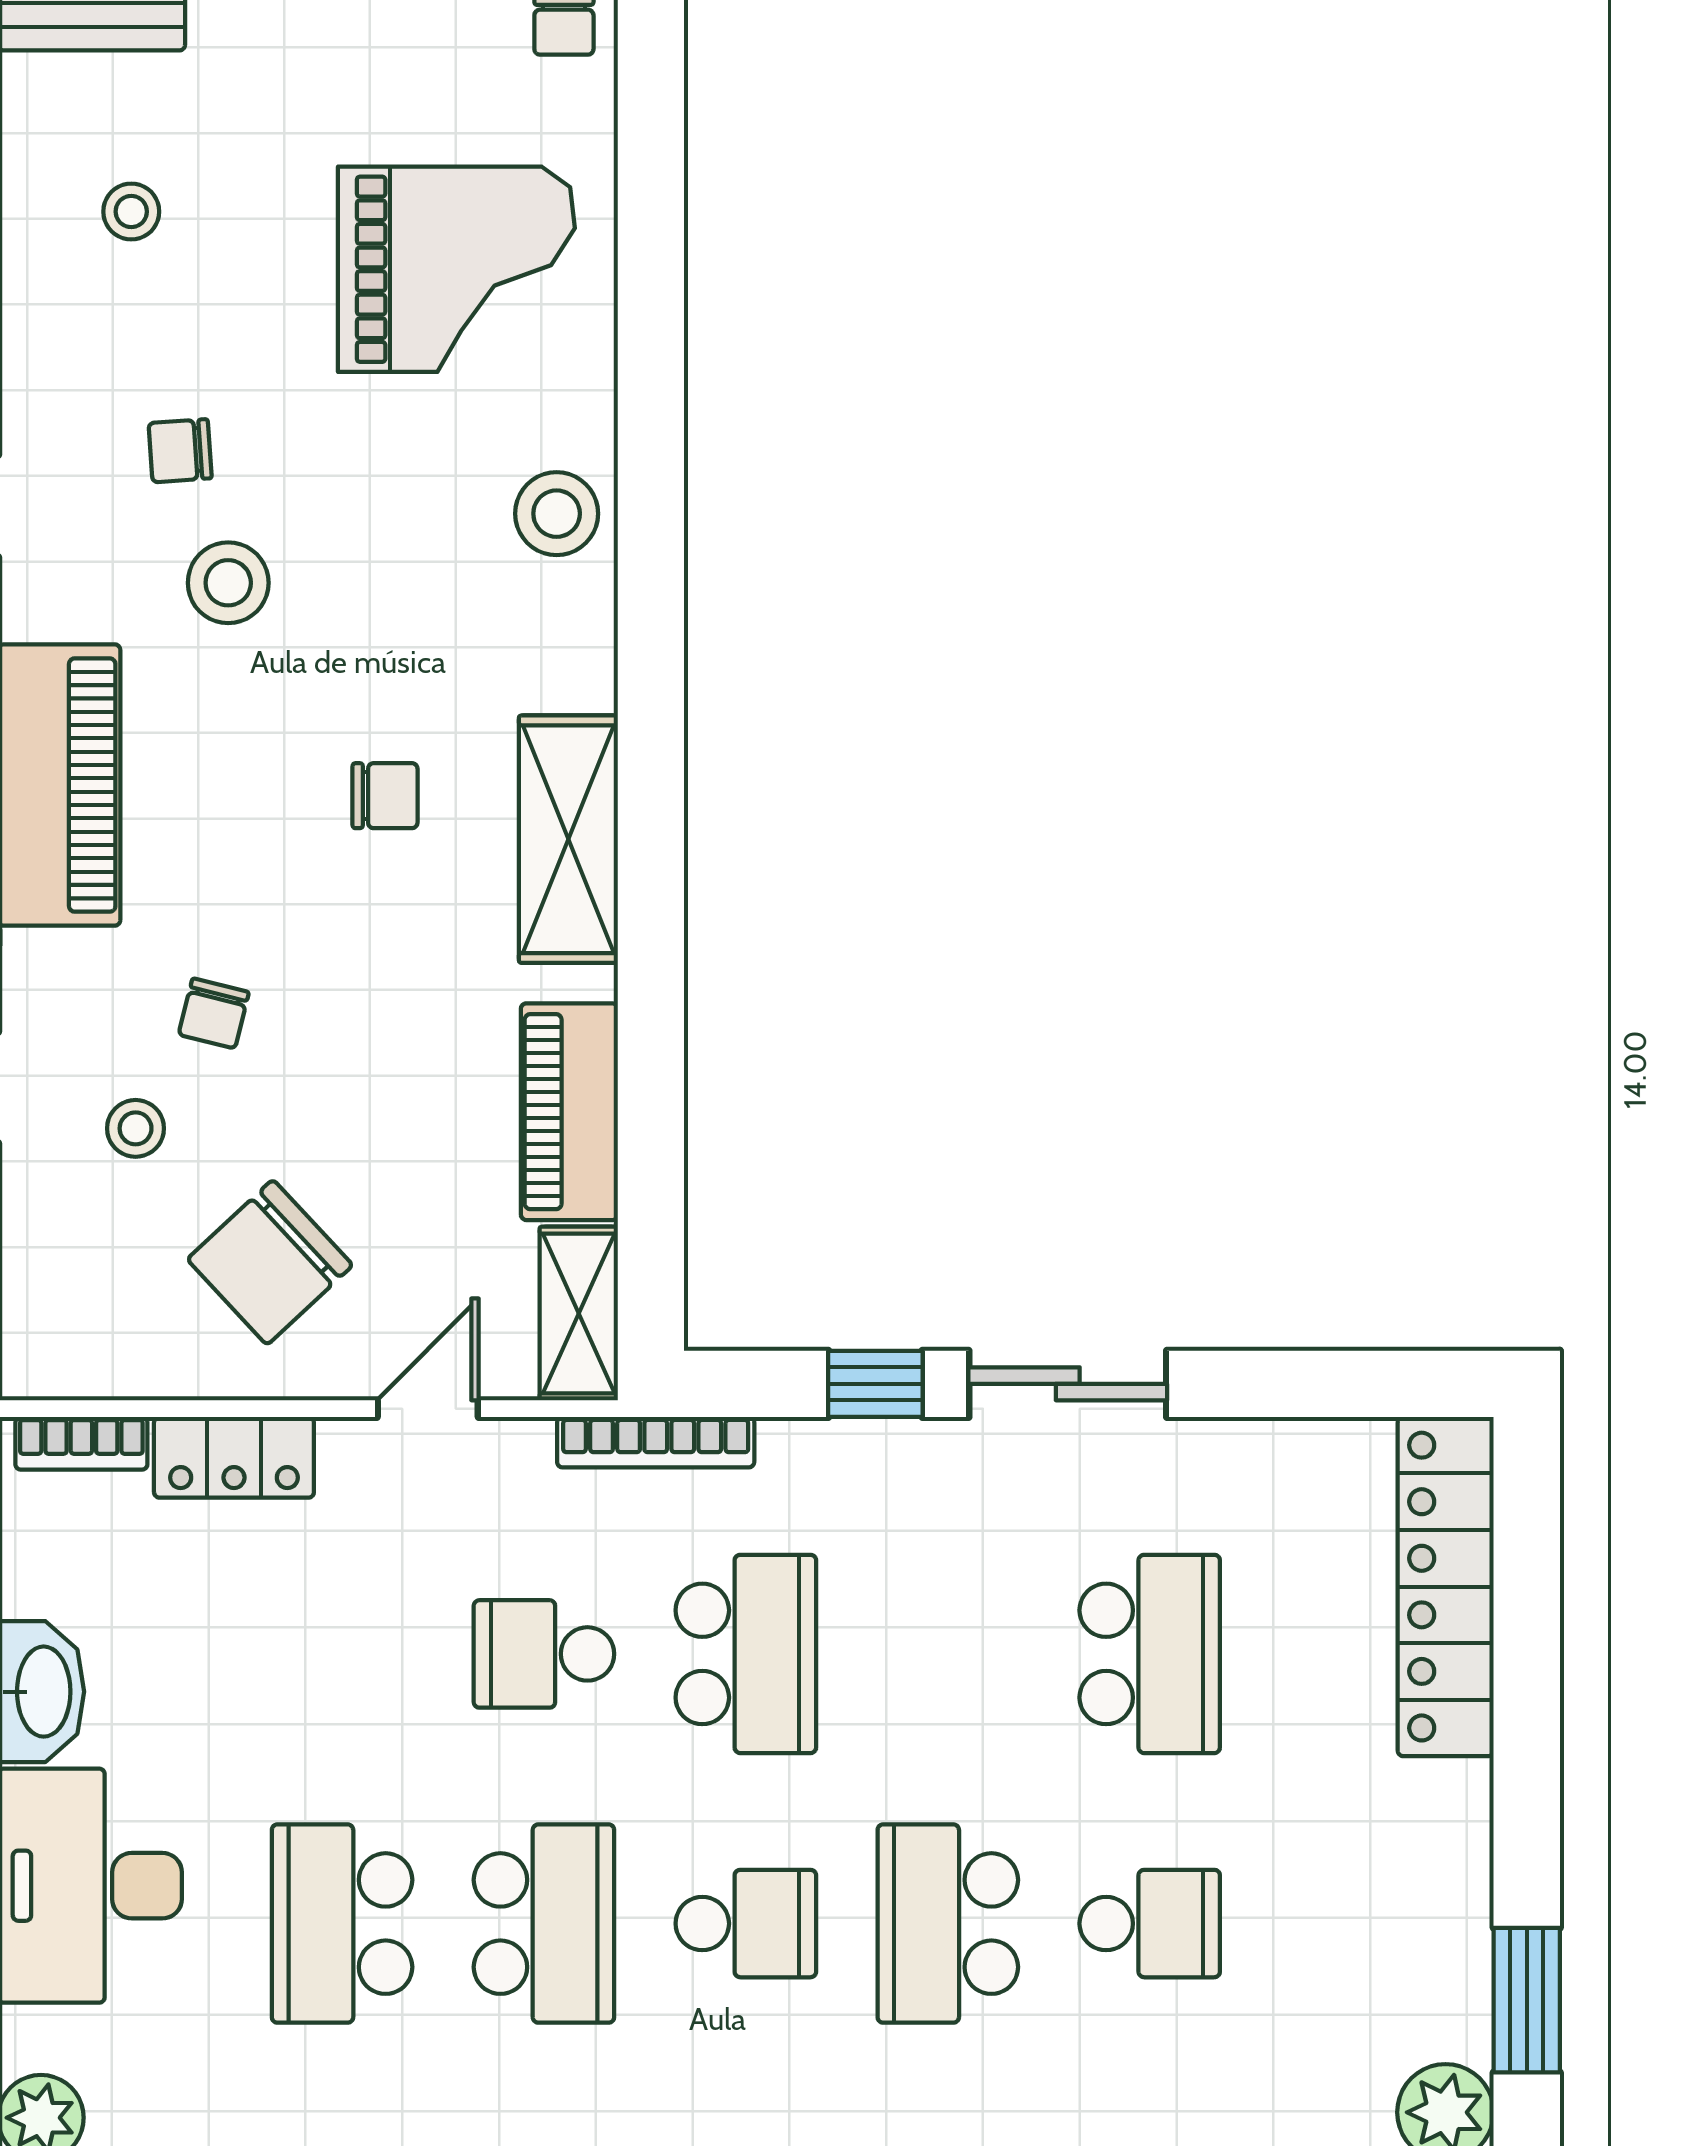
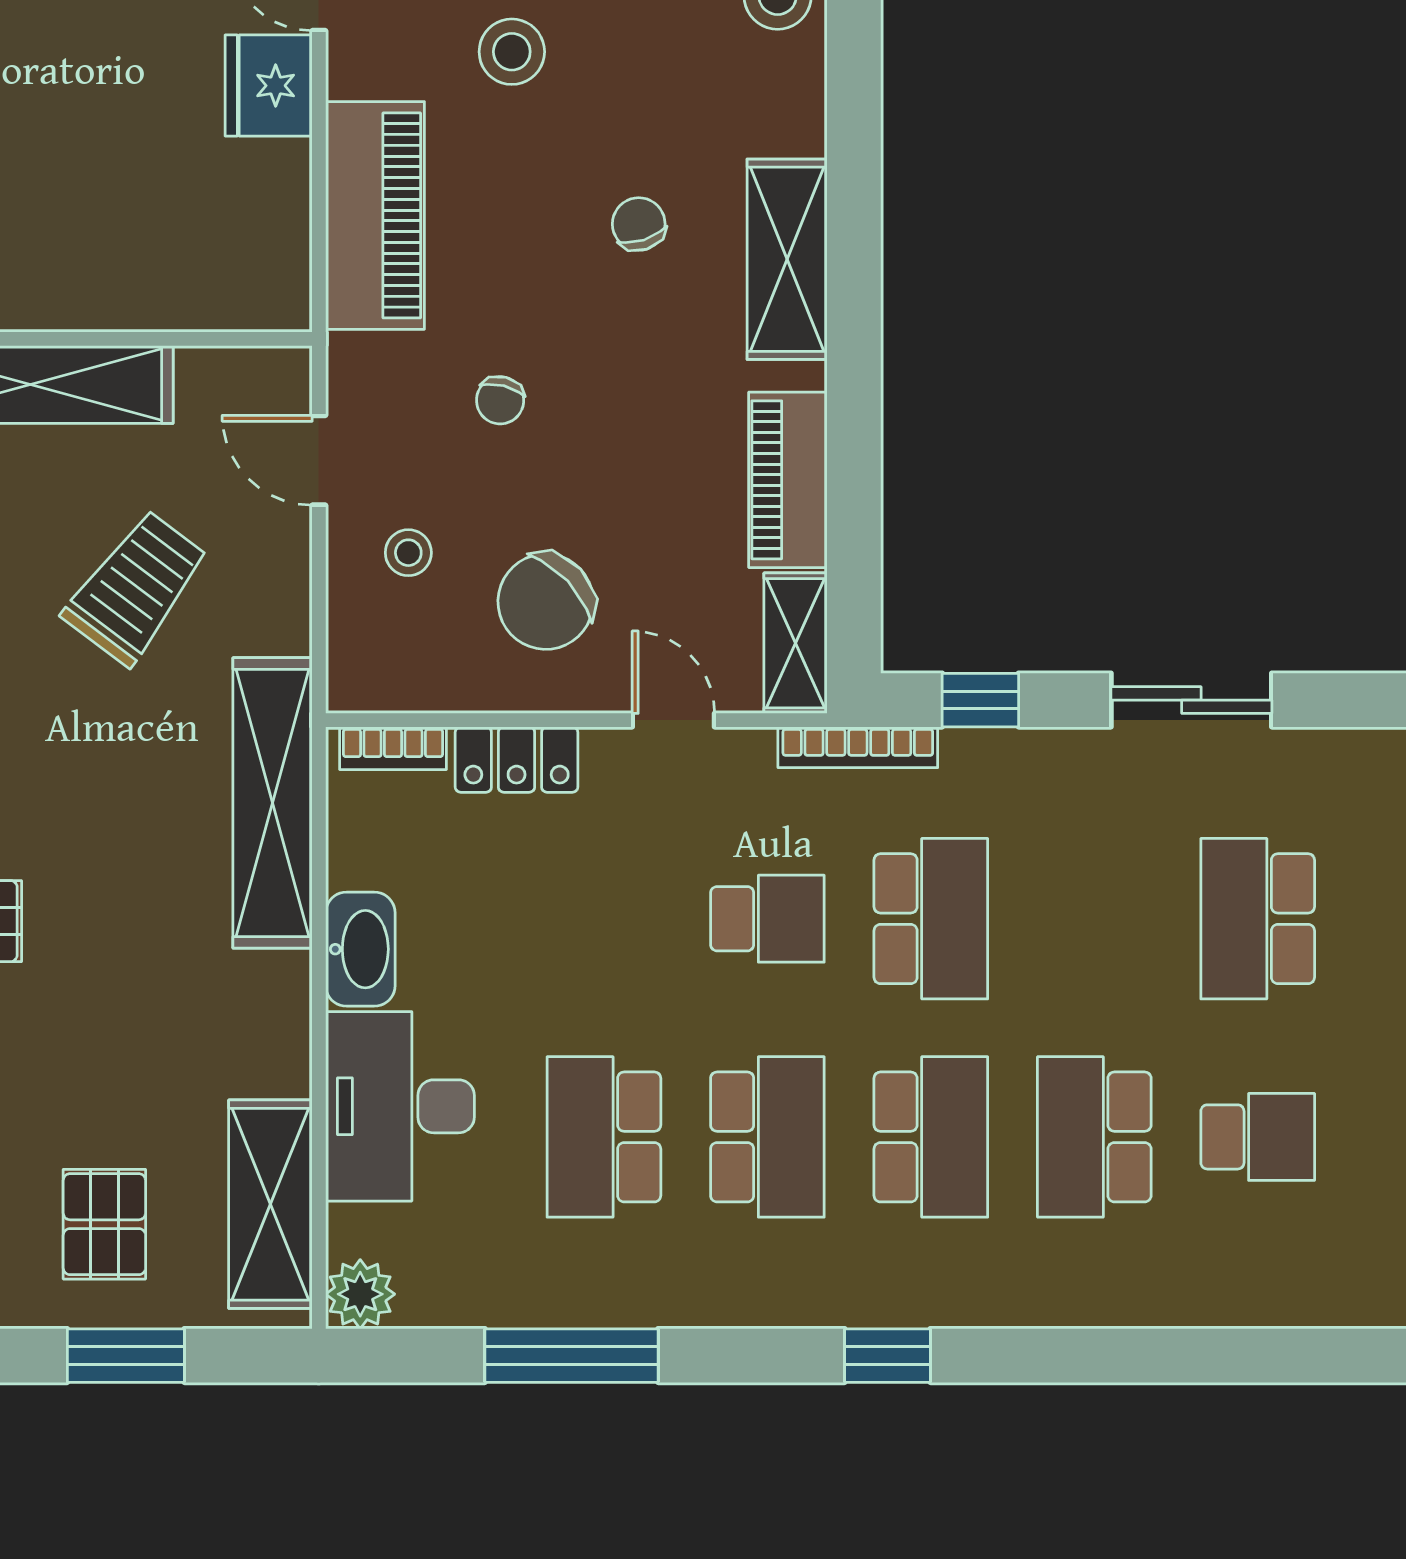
chair: (385, 796) -> (639, 224), turned -108
stool: (136, 1128) -> (408, 553), moved
window: (875, 1384) -> (980, 700), moved
door: (428, 1409) -> (673, 720), hinge flipped
school desk: (544, 1654) -> (767, 919), turned 180
school desk: (1150, 1654) -> (1258, 919), turned 180
school desk: (746, 1924) -> (931, 1137), width x1.85

